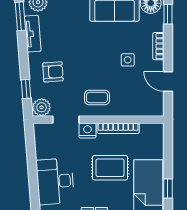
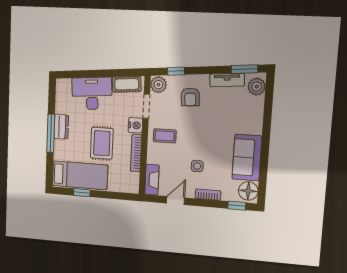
coffee table: (97, 97) -> (165, 136), turned 90
fireplace: (147, 109) -> (152, 180), added
cot: (43, 143) -> (127, 84), added

